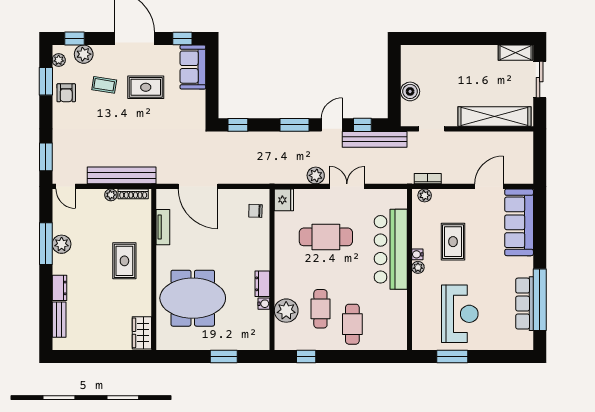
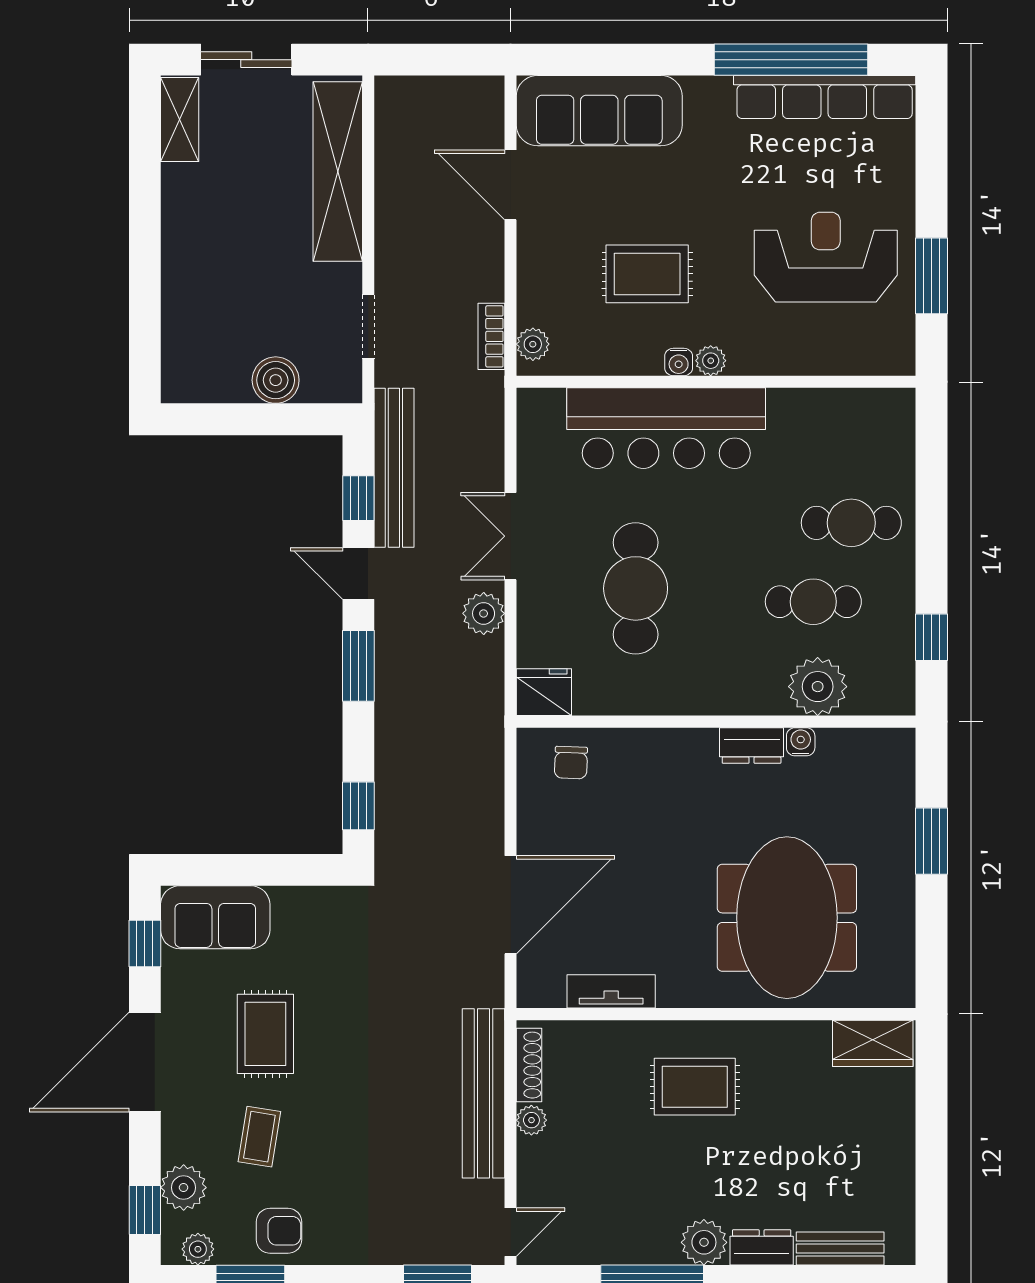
plant: (62, 244) -> (704, 1242), moved
row of seats: (525, 304) -> (825, 97), width x1.36

